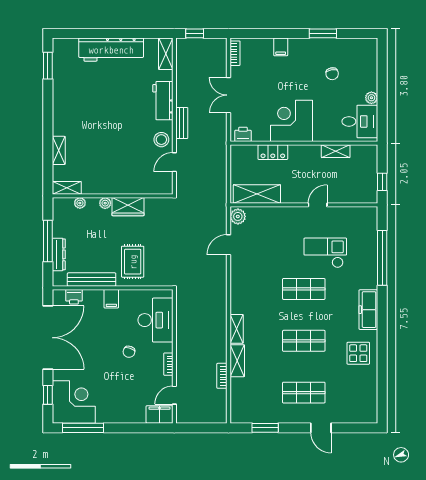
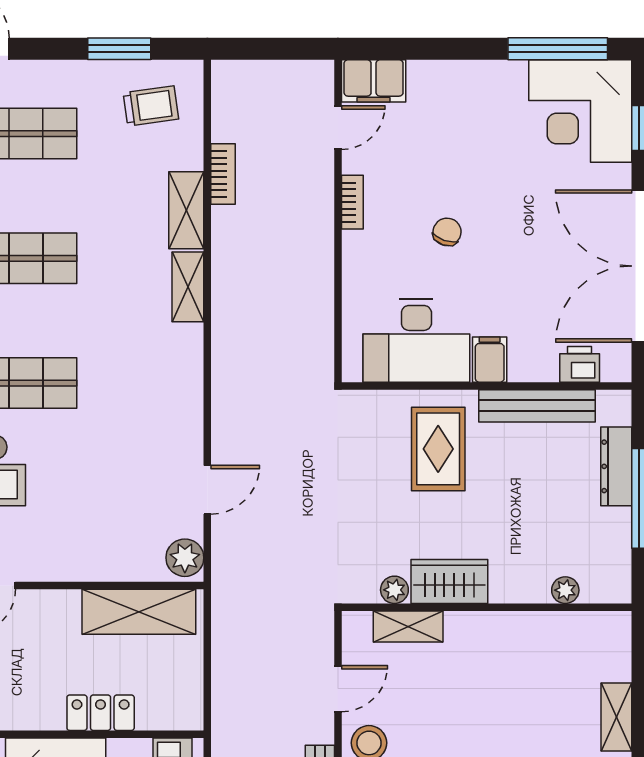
shelving: (67, 188) -> (408, 627), moved
plant: (105, 203) -> (394, 590), moved
desk: (155, 320) -> (416, 341), moved, turned -90
trolley: (252, 404) -> (151, 106), added

